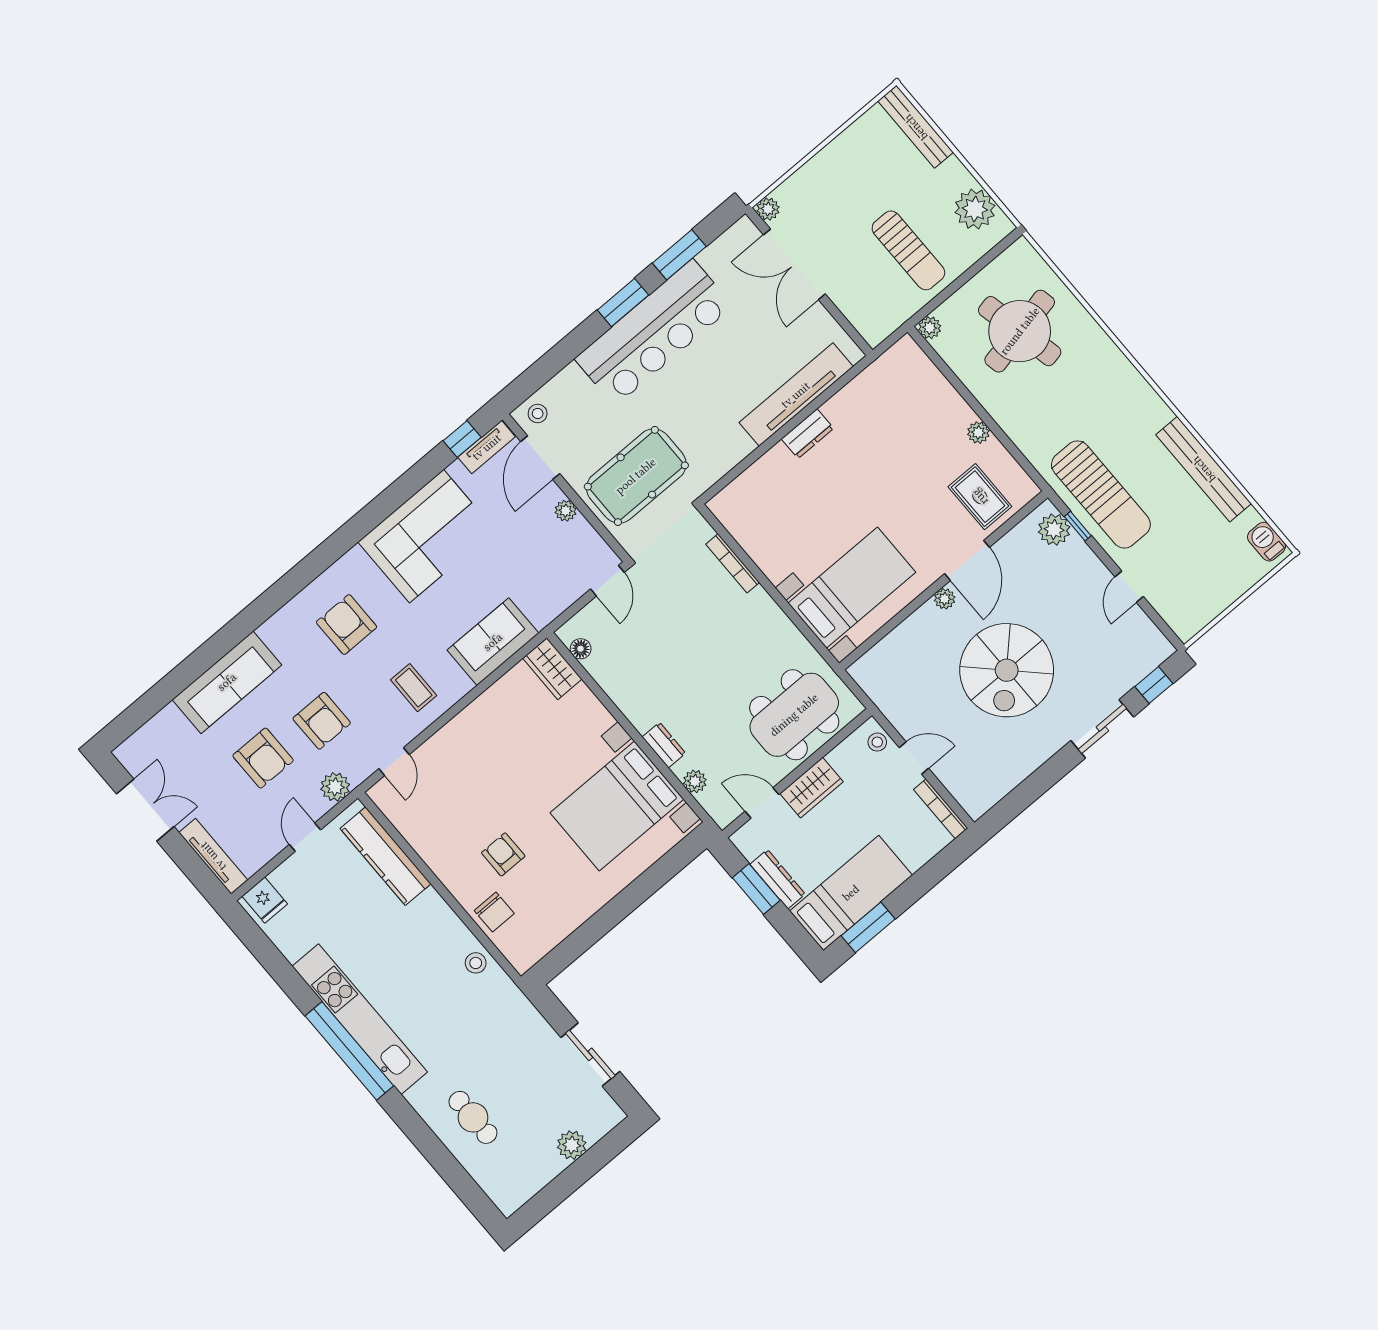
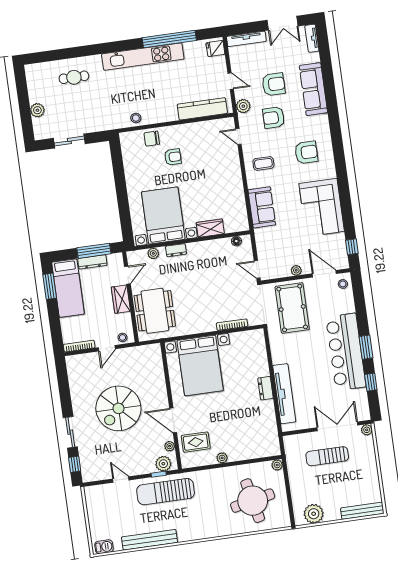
sun lounger: (908, 250) -> (327, 456), moved
window: (679, 255) -> (371, 382), width x0.67
tv unit: (487, 447) -> (312, 38), moved
bed with nightstands: (852, 588) -> (200, 366), width x1.36
plant: (945, 599) -> (170, 446), moved
wardrobe: (552, 669) -> (210, 228), moved
spiral stairs: (1007, 670) -> (118, 408), turned -90
armchair: (263, 758) -> (273, 84), turned 180
window: (756, 889) -> (94, 251), width x1.44
window: (349, 1051) -> (169, 39), moved

